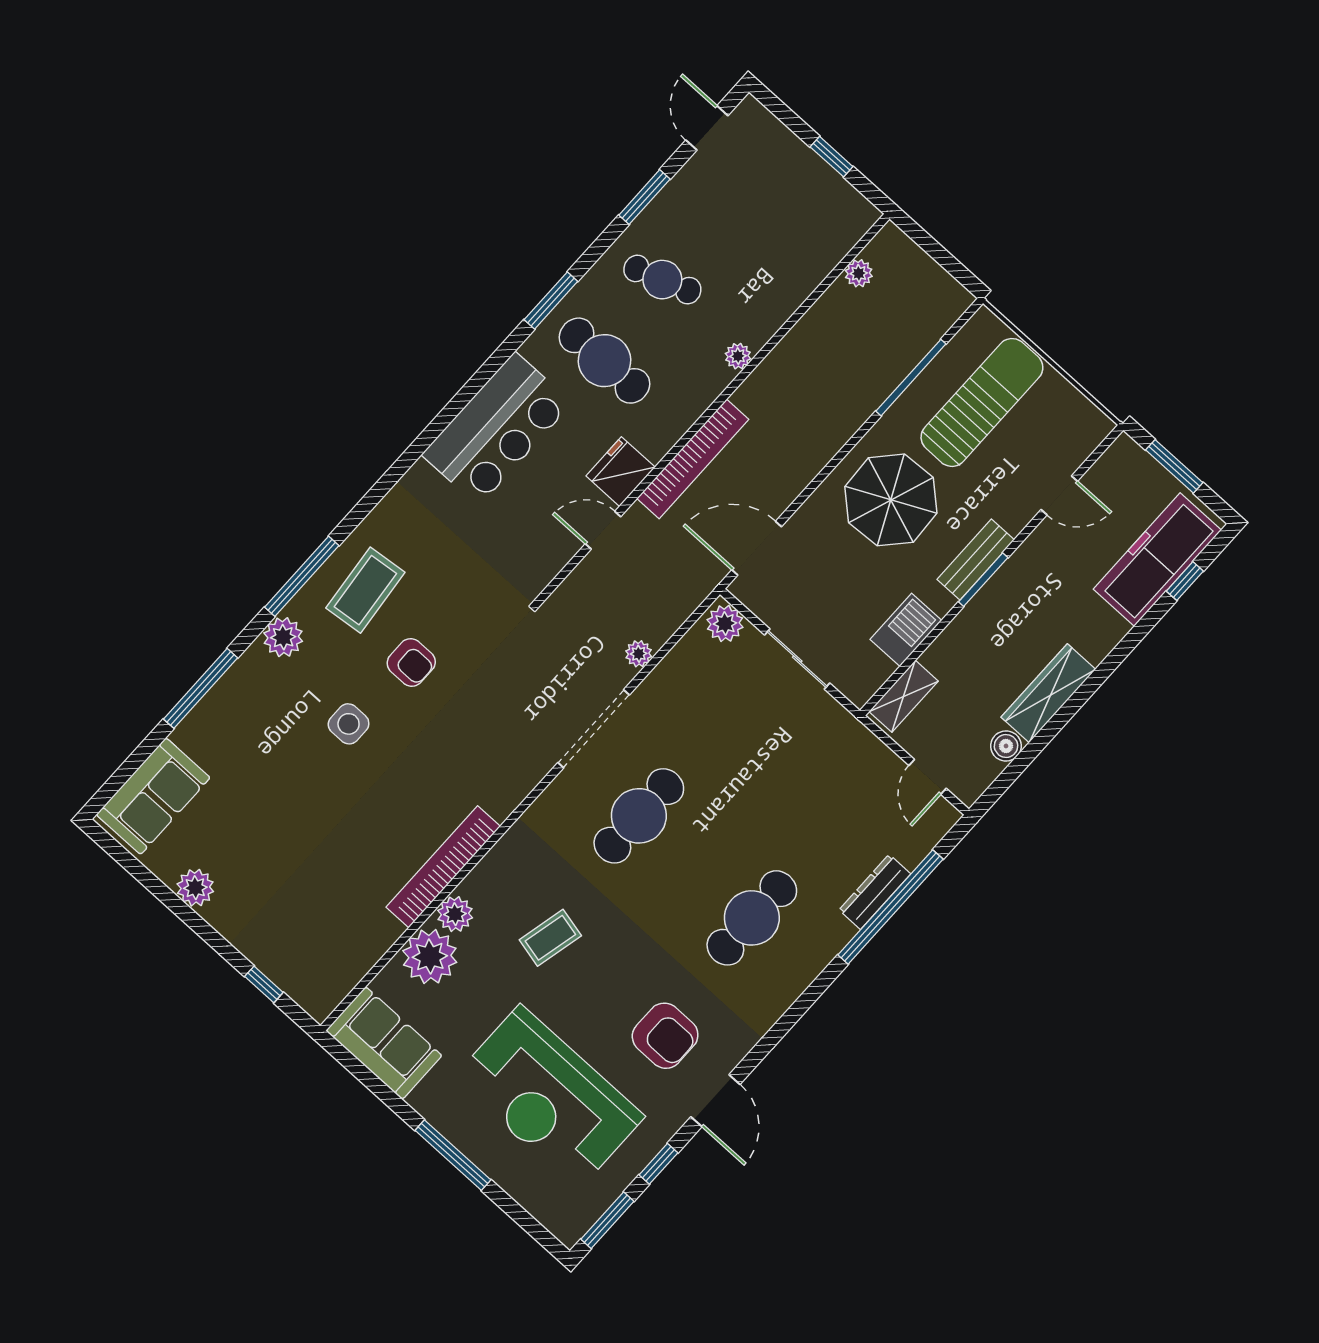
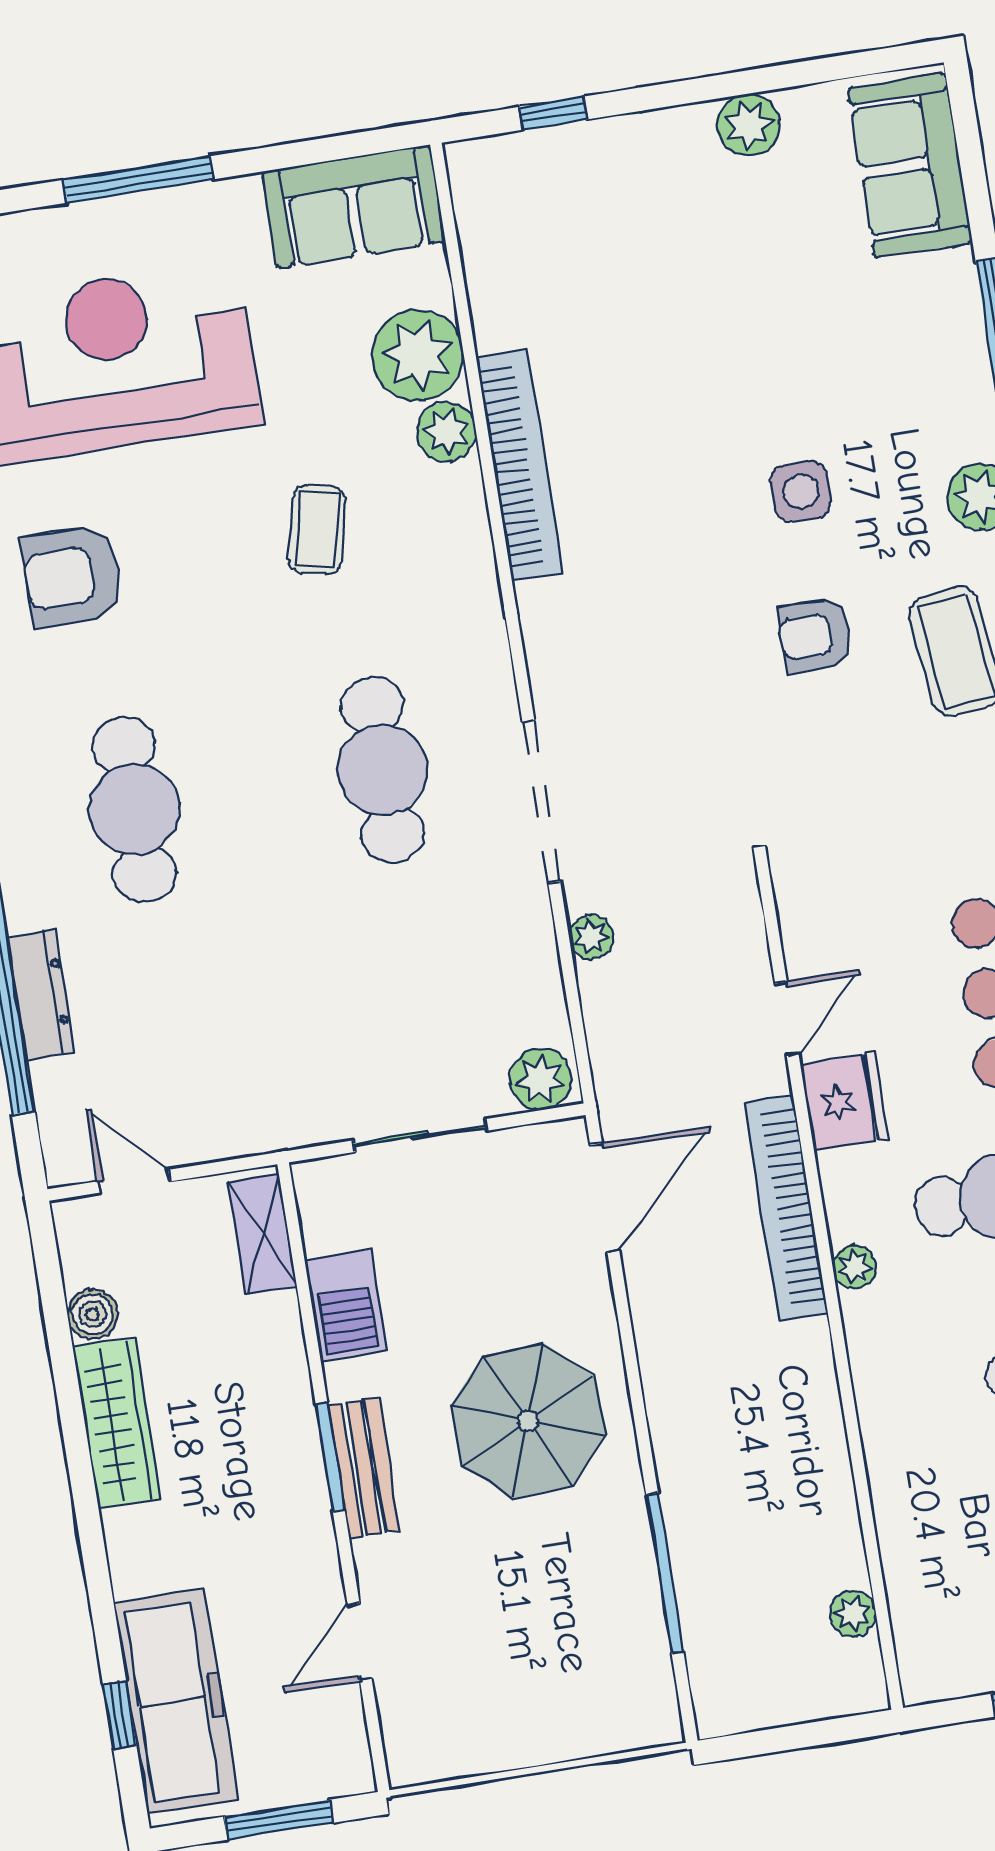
plant: (738, 356) -> (854, 1267), moved
sun lounger: (982, 402) -> (559, 1638), removed

